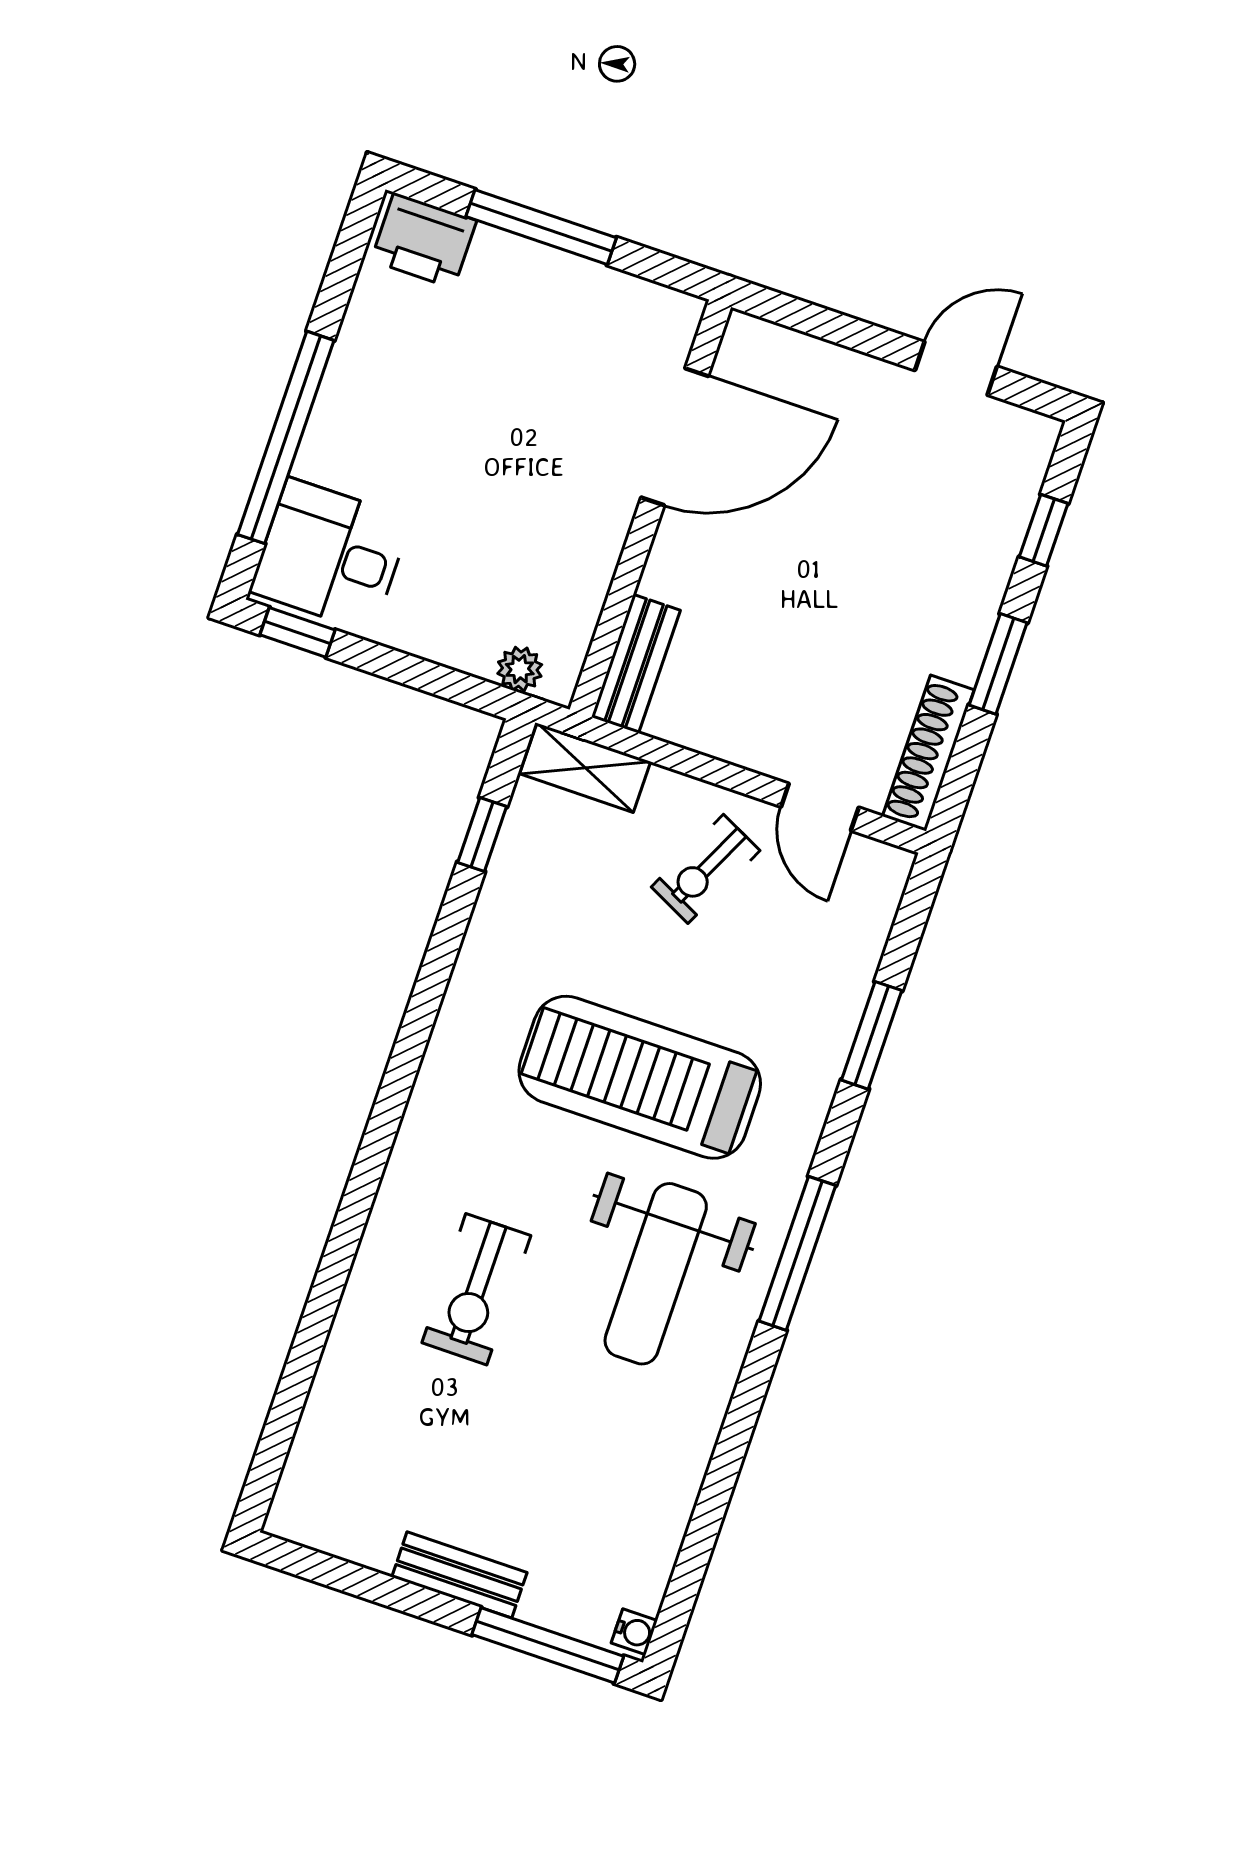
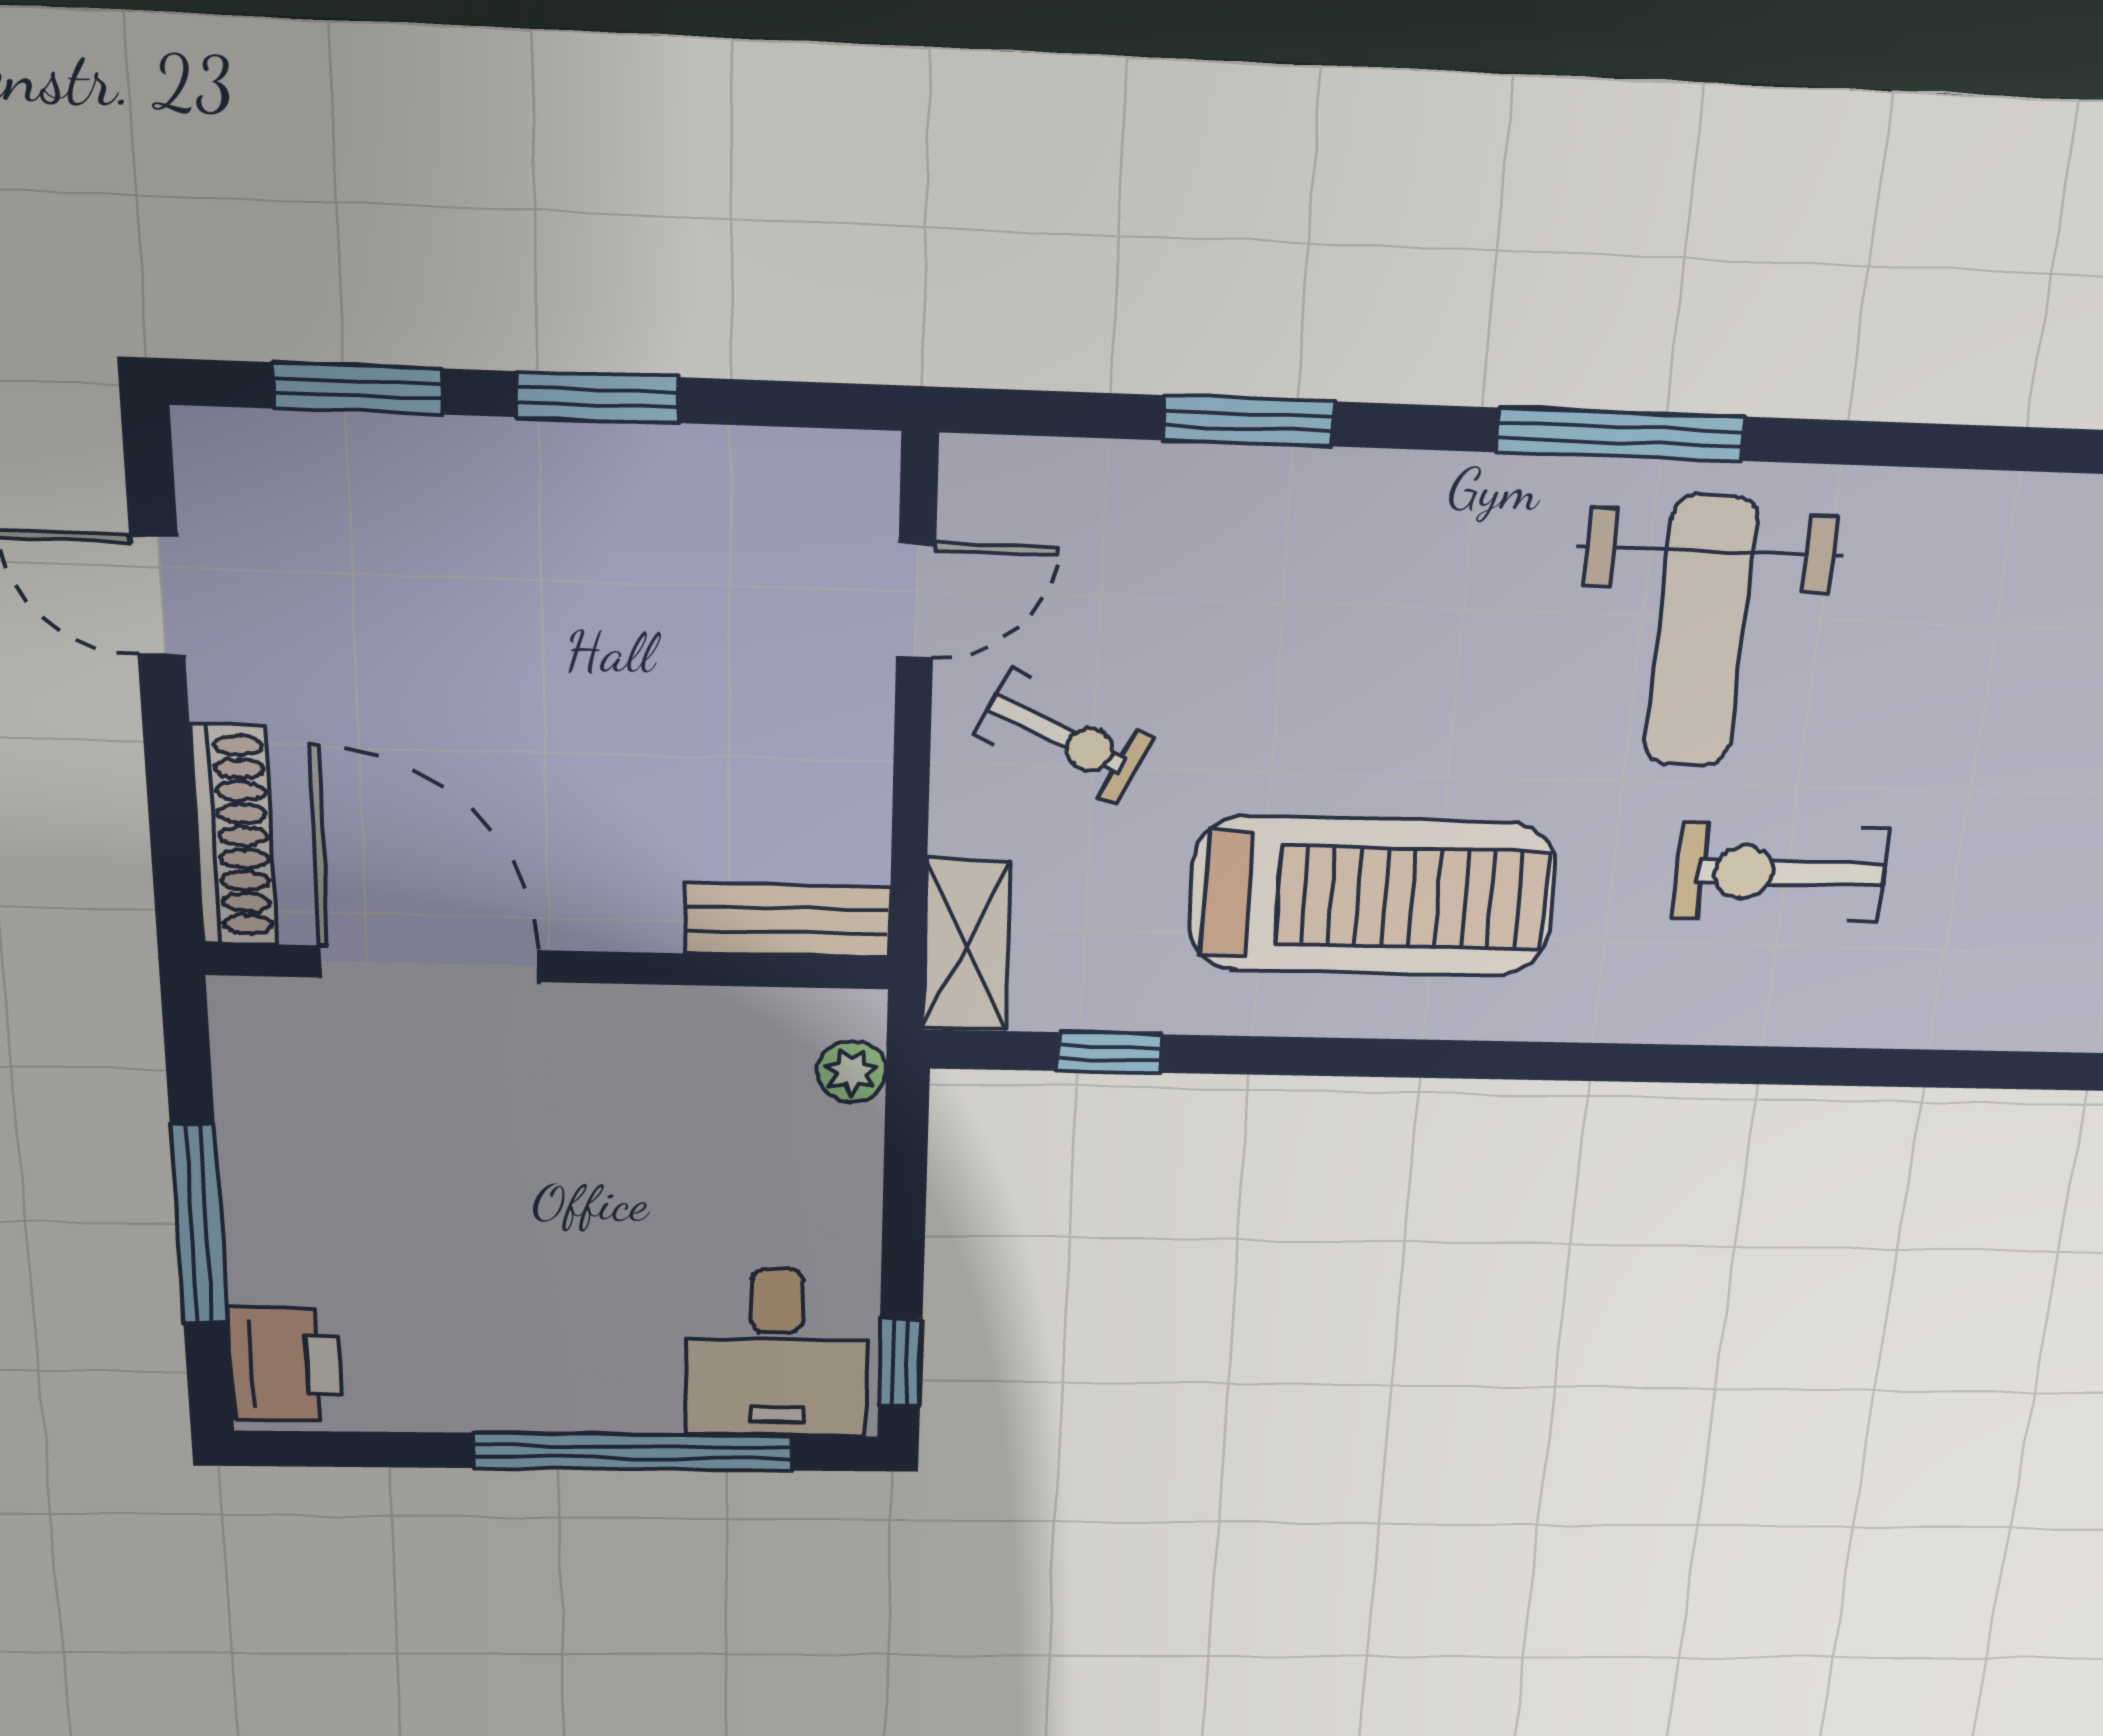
window: (1044, 530) -> (358, 388), width x1.50
shoe rack: (928, 753) -> (234, 836), moved, turned -90
treadmill: (640, 1077) -> (1372, 897), moved, turned -90
weight bench: (656, 1274) -> (1701, 632), turned 90
exercise bike: (476, 1289) -> (1781, 873), turned 180

